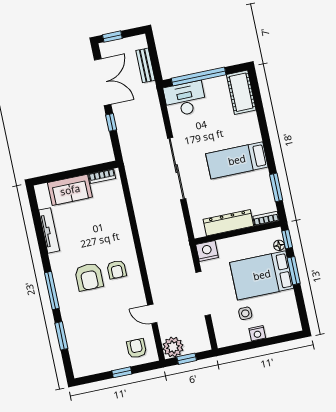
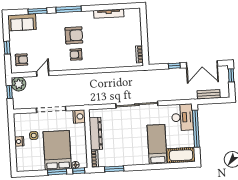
bed: (237, 160) -> (157, 144), moved
sofa: (70, 190) -> (22, 22), moved, turned -90
armchair: (89, 277) -> (74, 35), turned 180

